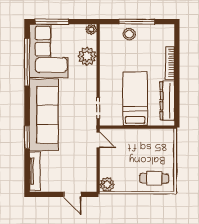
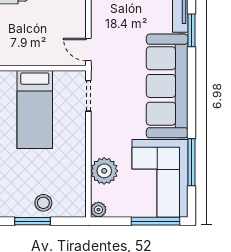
window: (137, 22) -> (33, 221), width x0.69
window: (27, 62) -> (191, 162), width x0.68
window: (27, 137) -> (191, 30), moved

